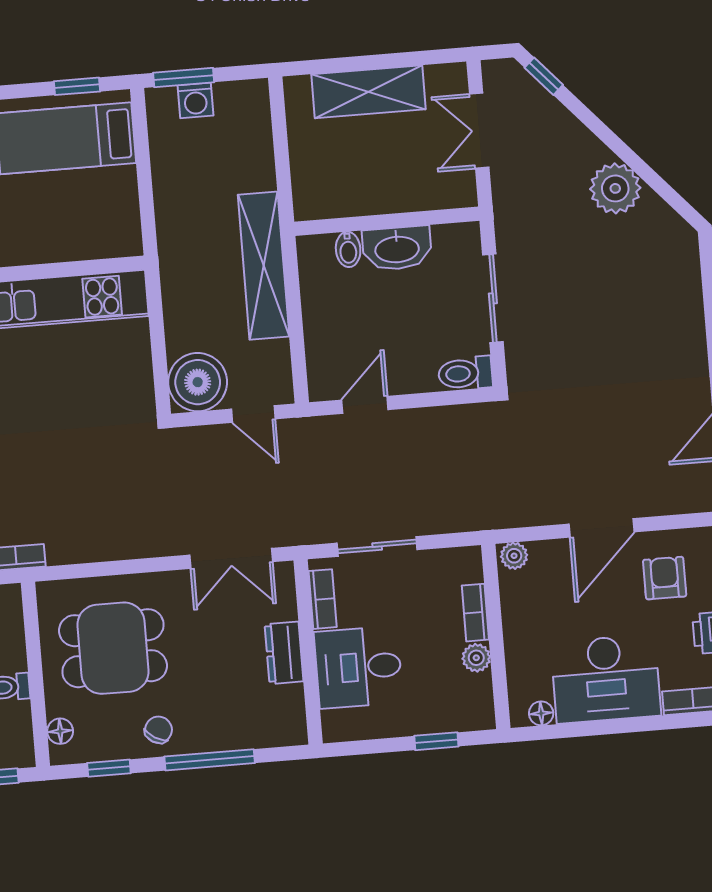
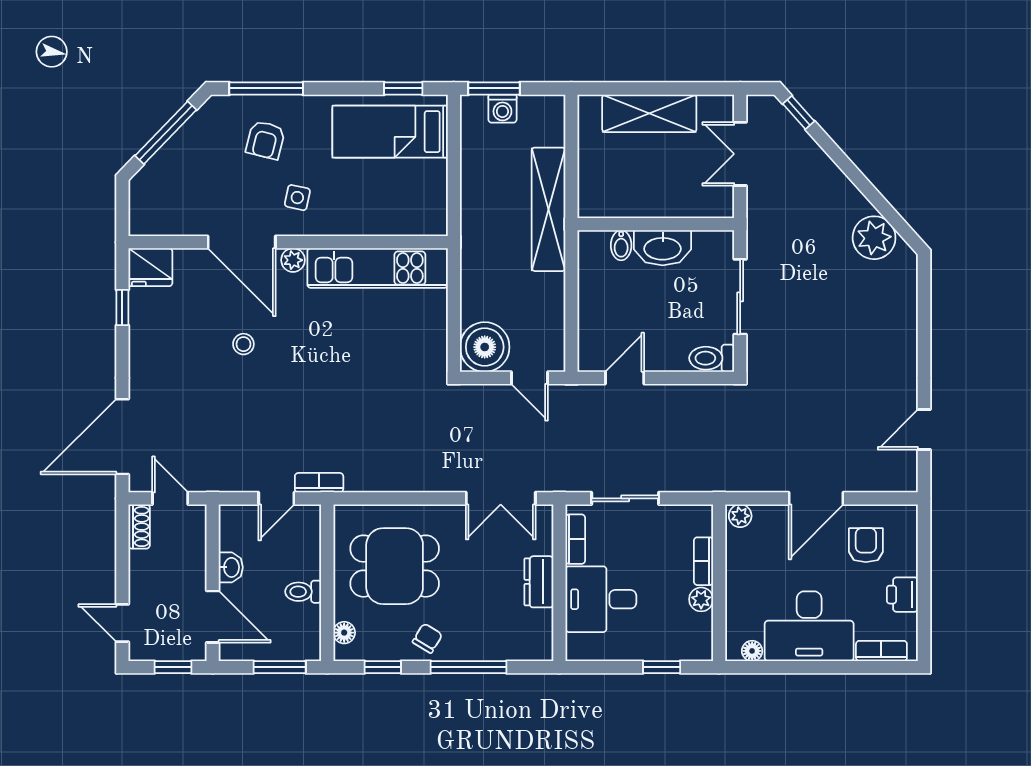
plant: (615, 188) -> (874, 238), moved
shelving: (264, 266) -> (549, 209), moved

